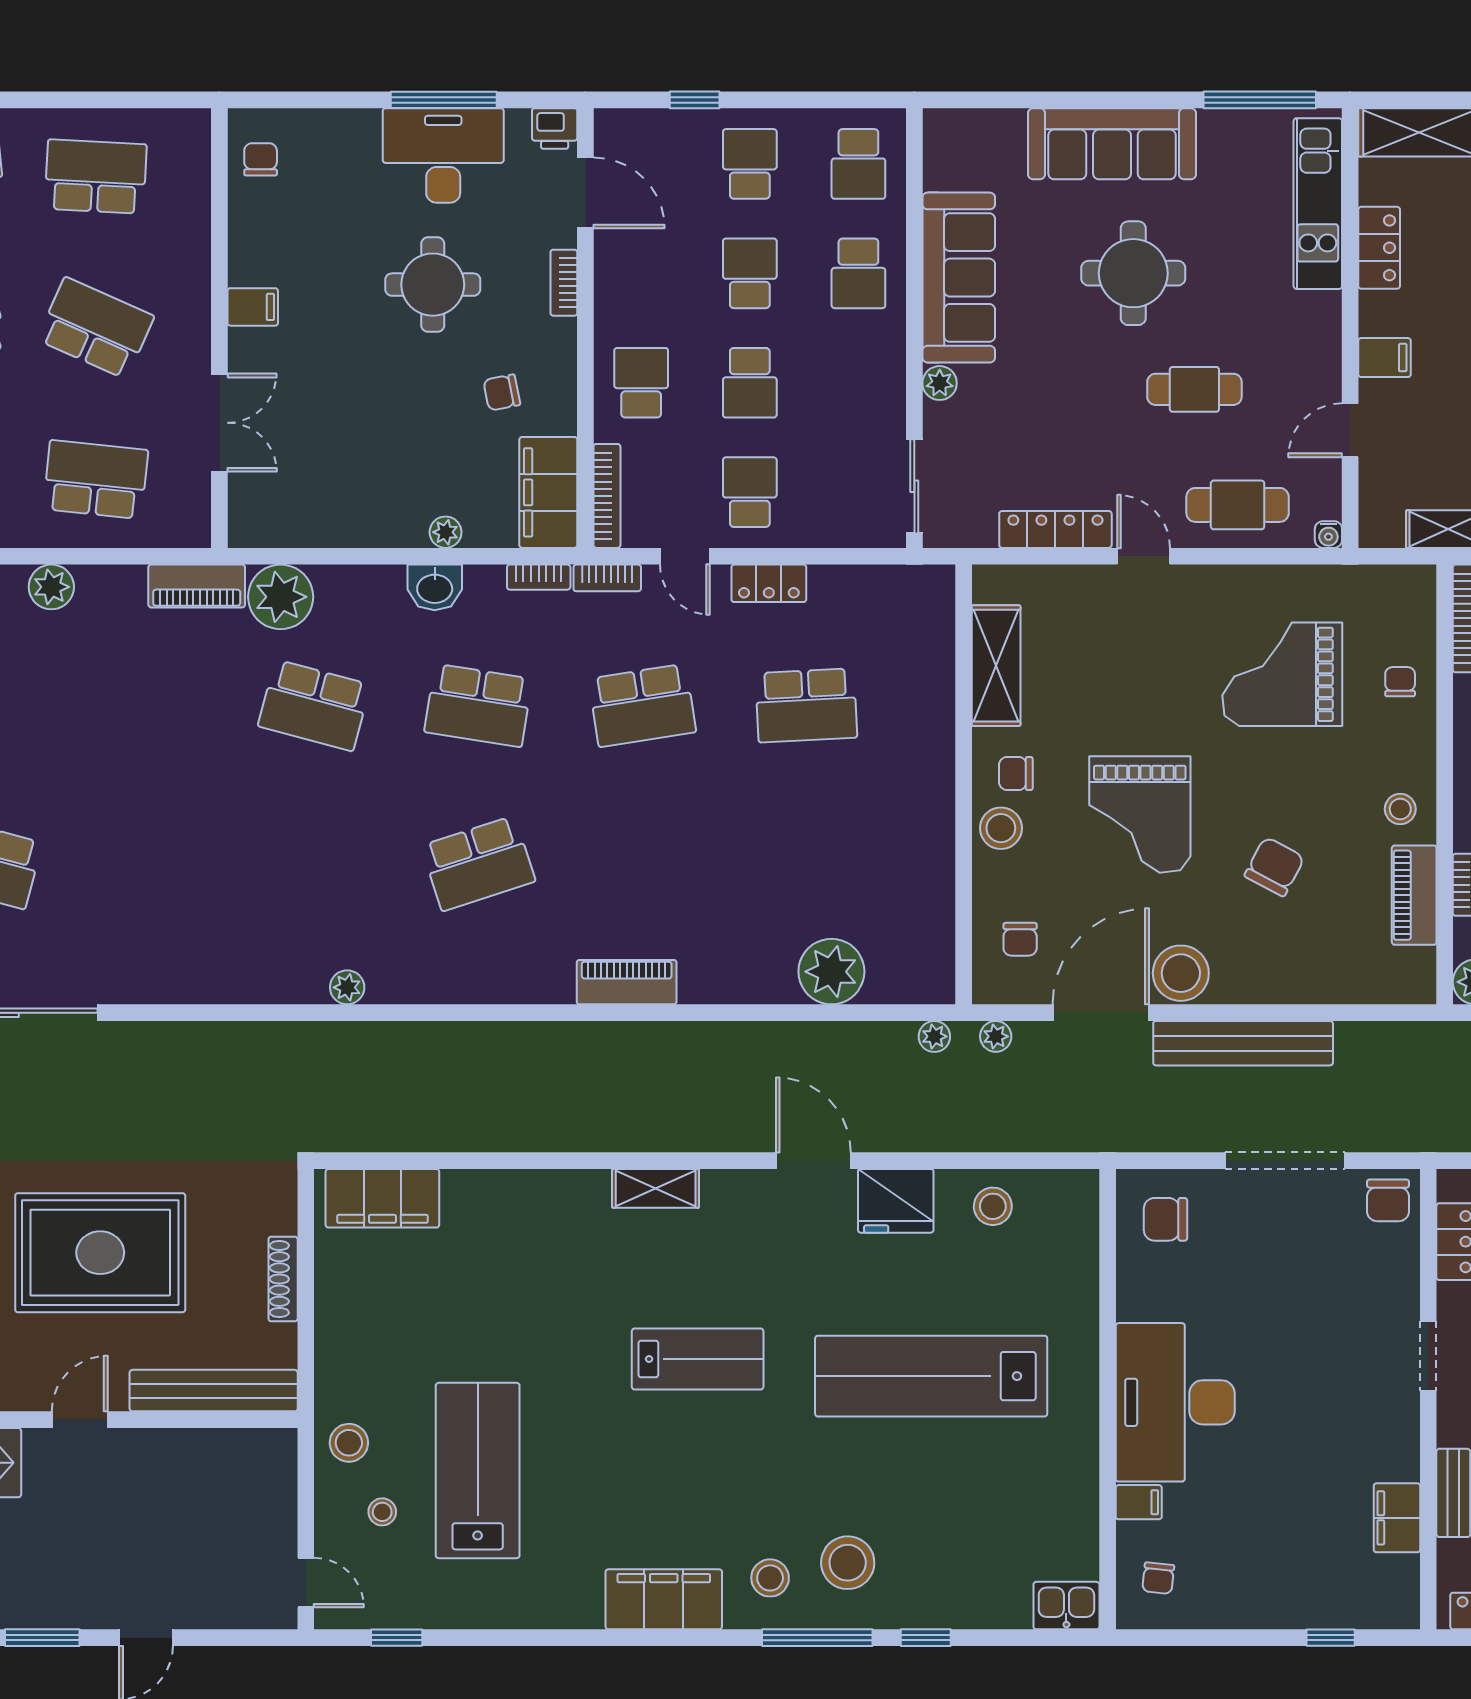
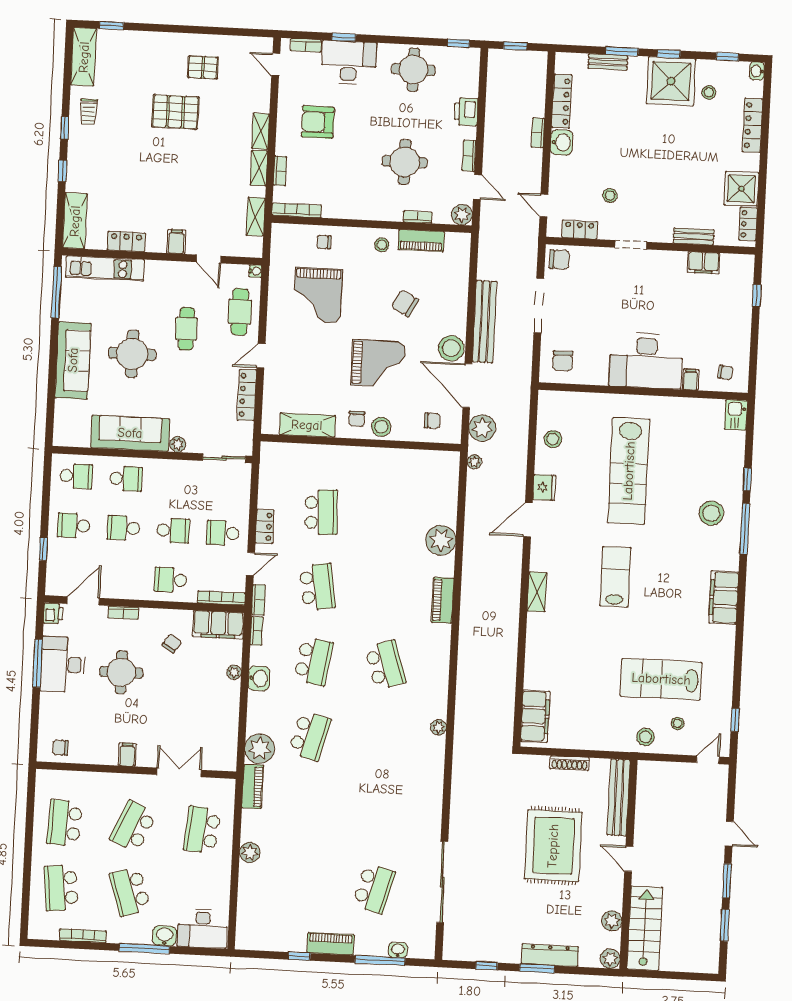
chair: (502, 393) -> (172, 643), turned -135
plant: (831, 972) -> (441, 540), moved
plant: (996, 1036) -> (482, 428), width x1.88, depth x1.88
fridge: (896, 1201) -> (544, 487), width x0.73, depth x0.75
stool: (770, 1578) -> (717, 549), removed

